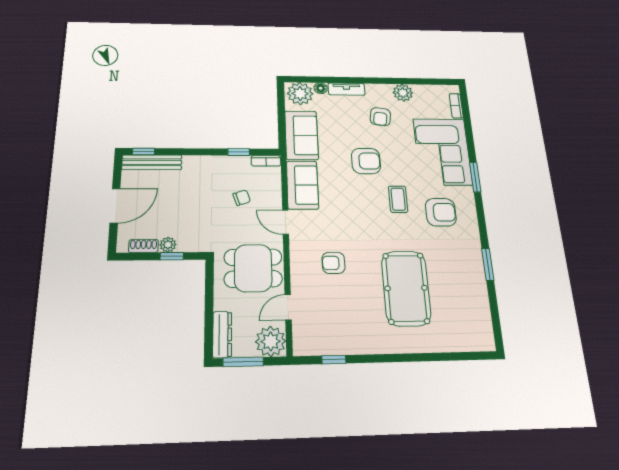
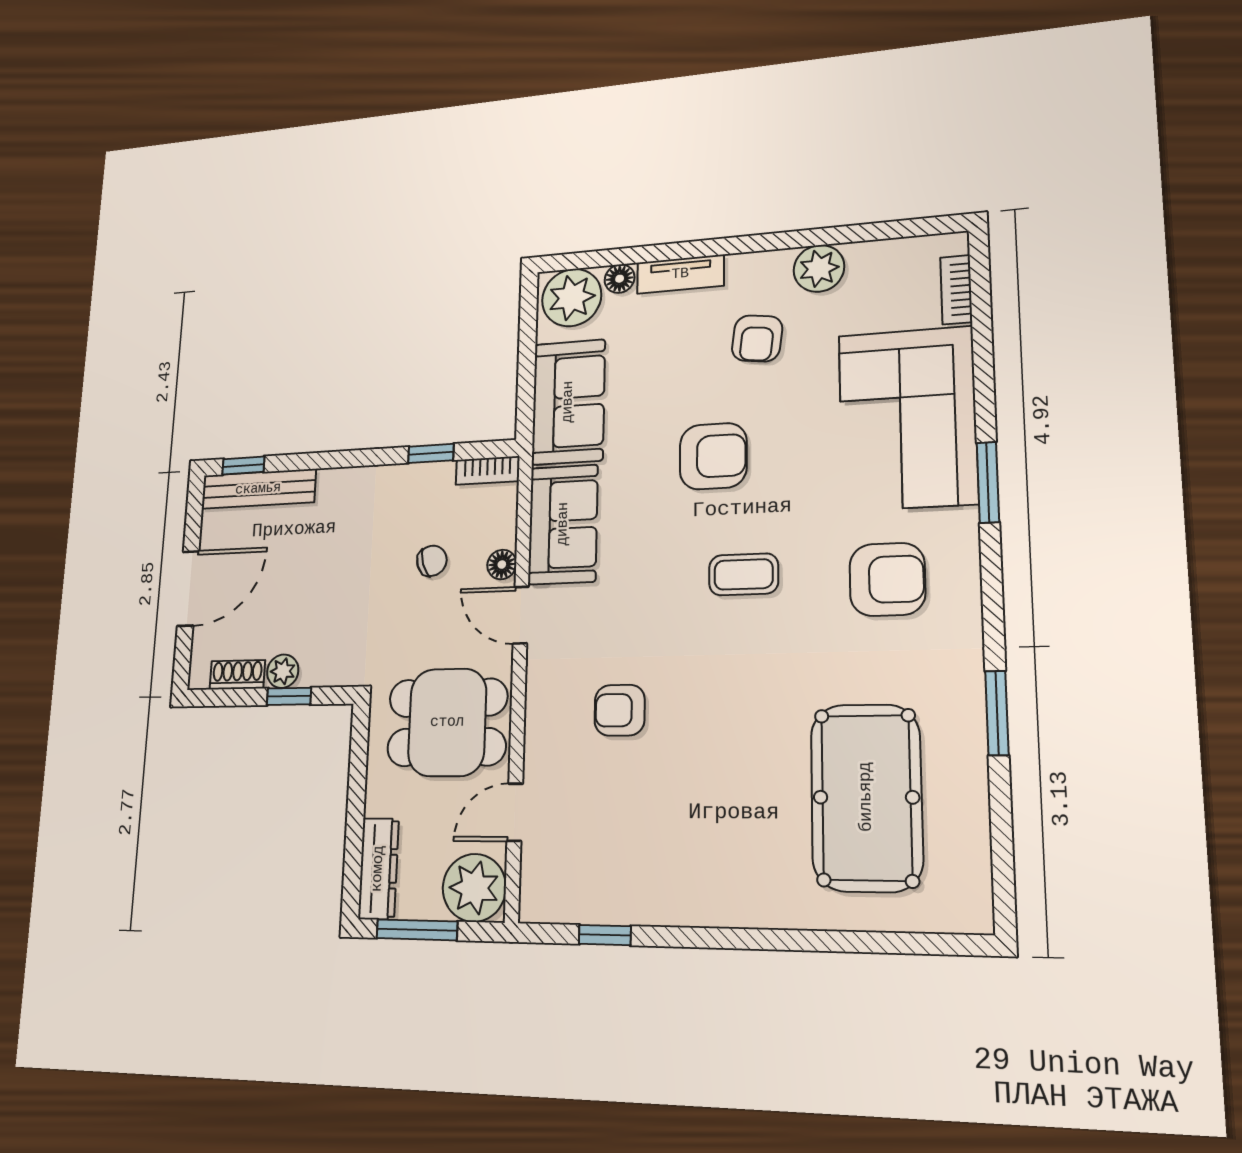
coffee table: (398, 199) -> (744, 574), moved, turned 90
floor lamp: (275, 201) -> (502, 565), added
pool table: (406, 288) -> (866, 797), moved

